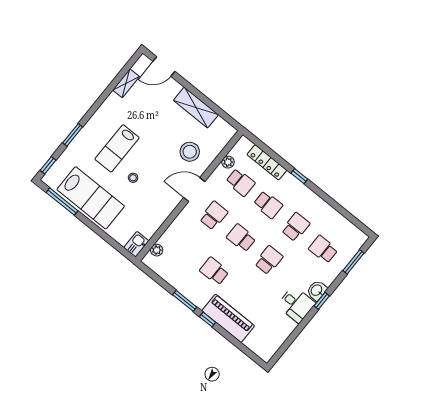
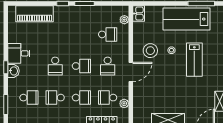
lab bench: (117, 148) -> (194, 60), turned 180
stool: (190, 152) -> (150, 51), moved
school desk: (268, 205) -> (81, 98), turned 180
school desk: (296, 227) -> (55, 98), turned 90
school desk: (214, 271) -> (108, 34), moved
piano: (228, 318) -> (34, 14), moved

